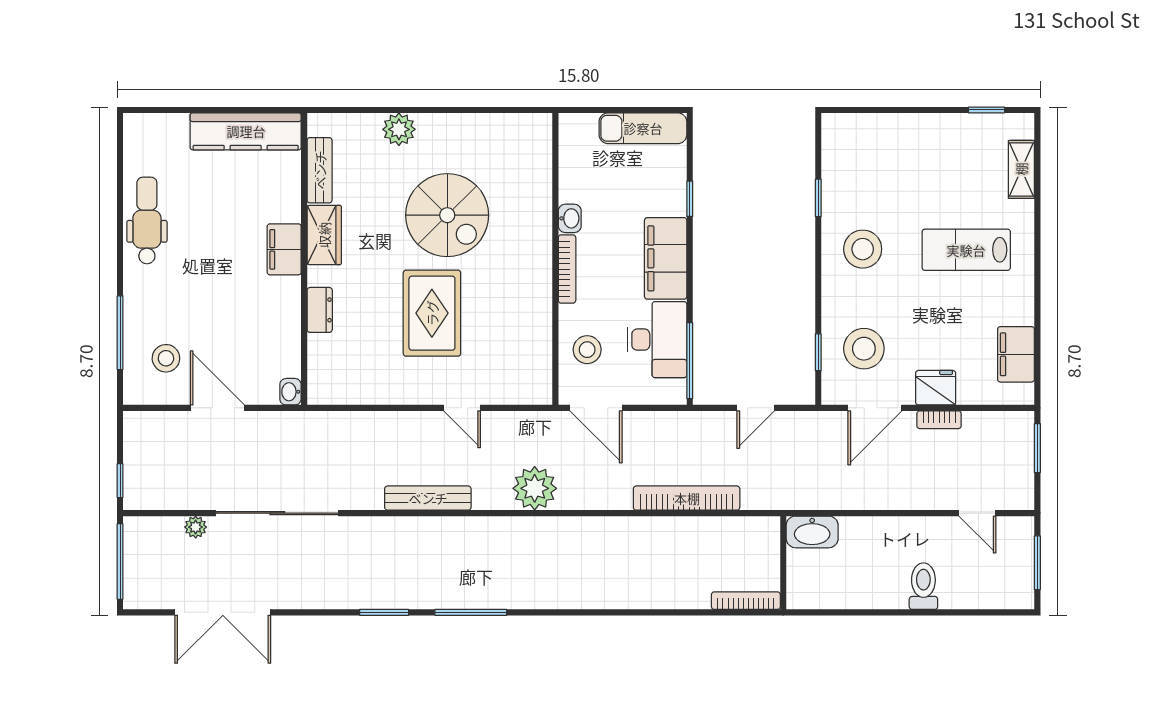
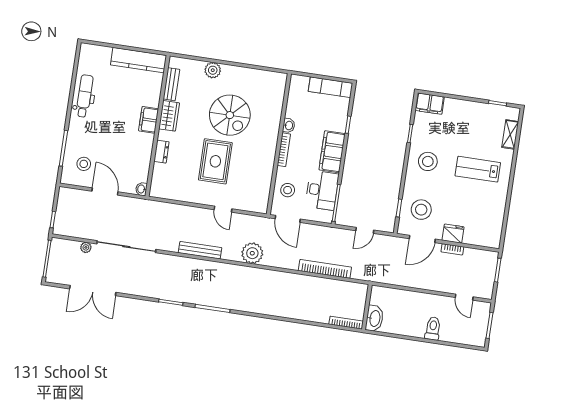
filing cabinet: (1016, 354) -> (430, 104), moved, turned -90
washbasin: (812, 532) -> (374, 318), moved, turned -90

